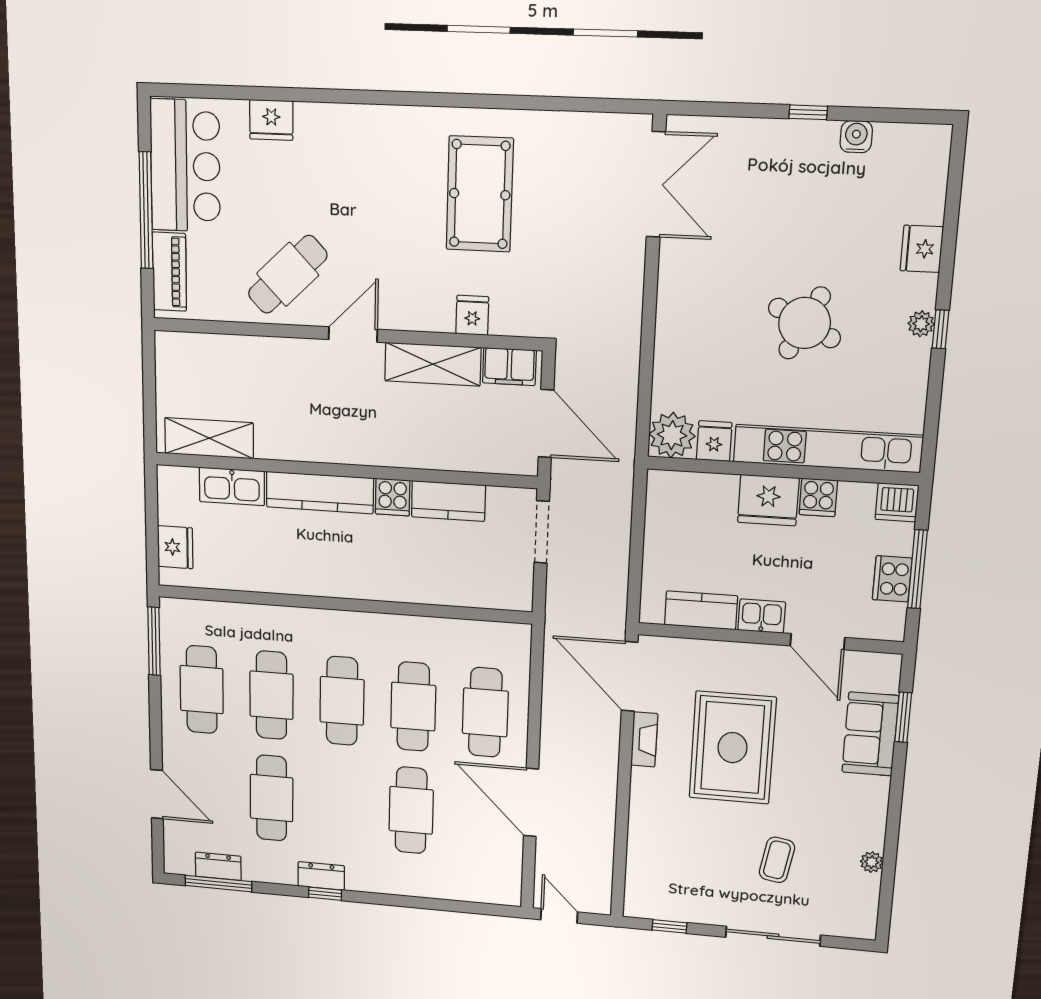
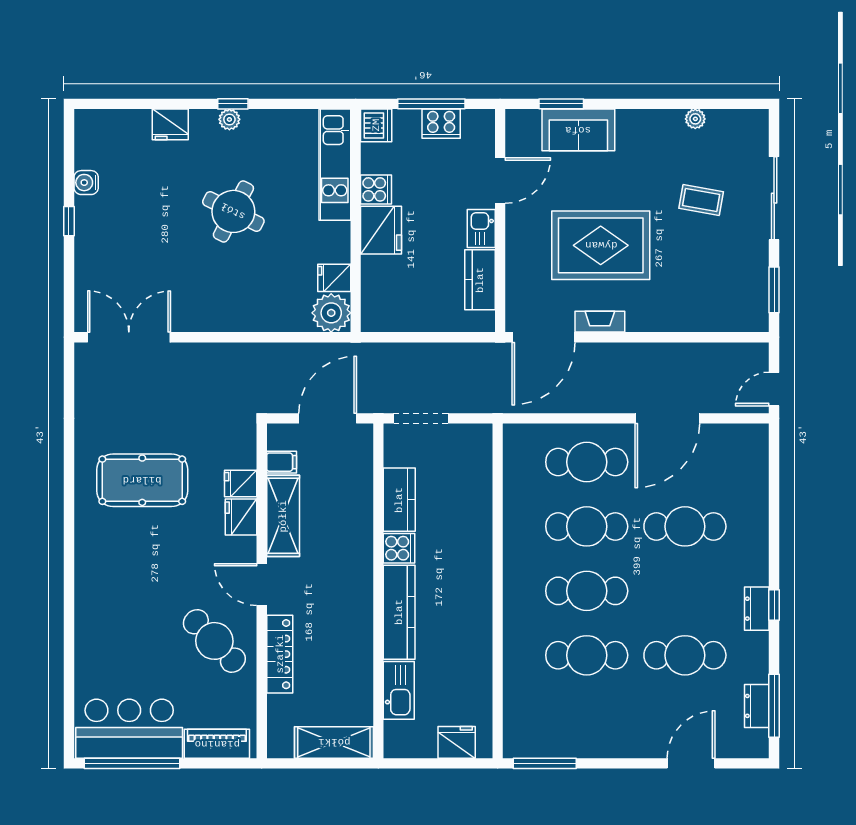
fridge: (271, 120) -> (241, 517), moved, turned 180
window: (146, 210) -> (132, 763), moved
locker: (272, 351) -> (280, 654), added
filing cabinet: (509, 367) -> (282, 462), width x0.50
shelving: (209, 438) -> (334, 742), moved, turned 90
kitchen unit: (828, 449) -> (335, 165), width x0.73
cafe table: (202, 690) -> (587, 720), removed
window: (670, 926) -> (774, 290), width x1.50

